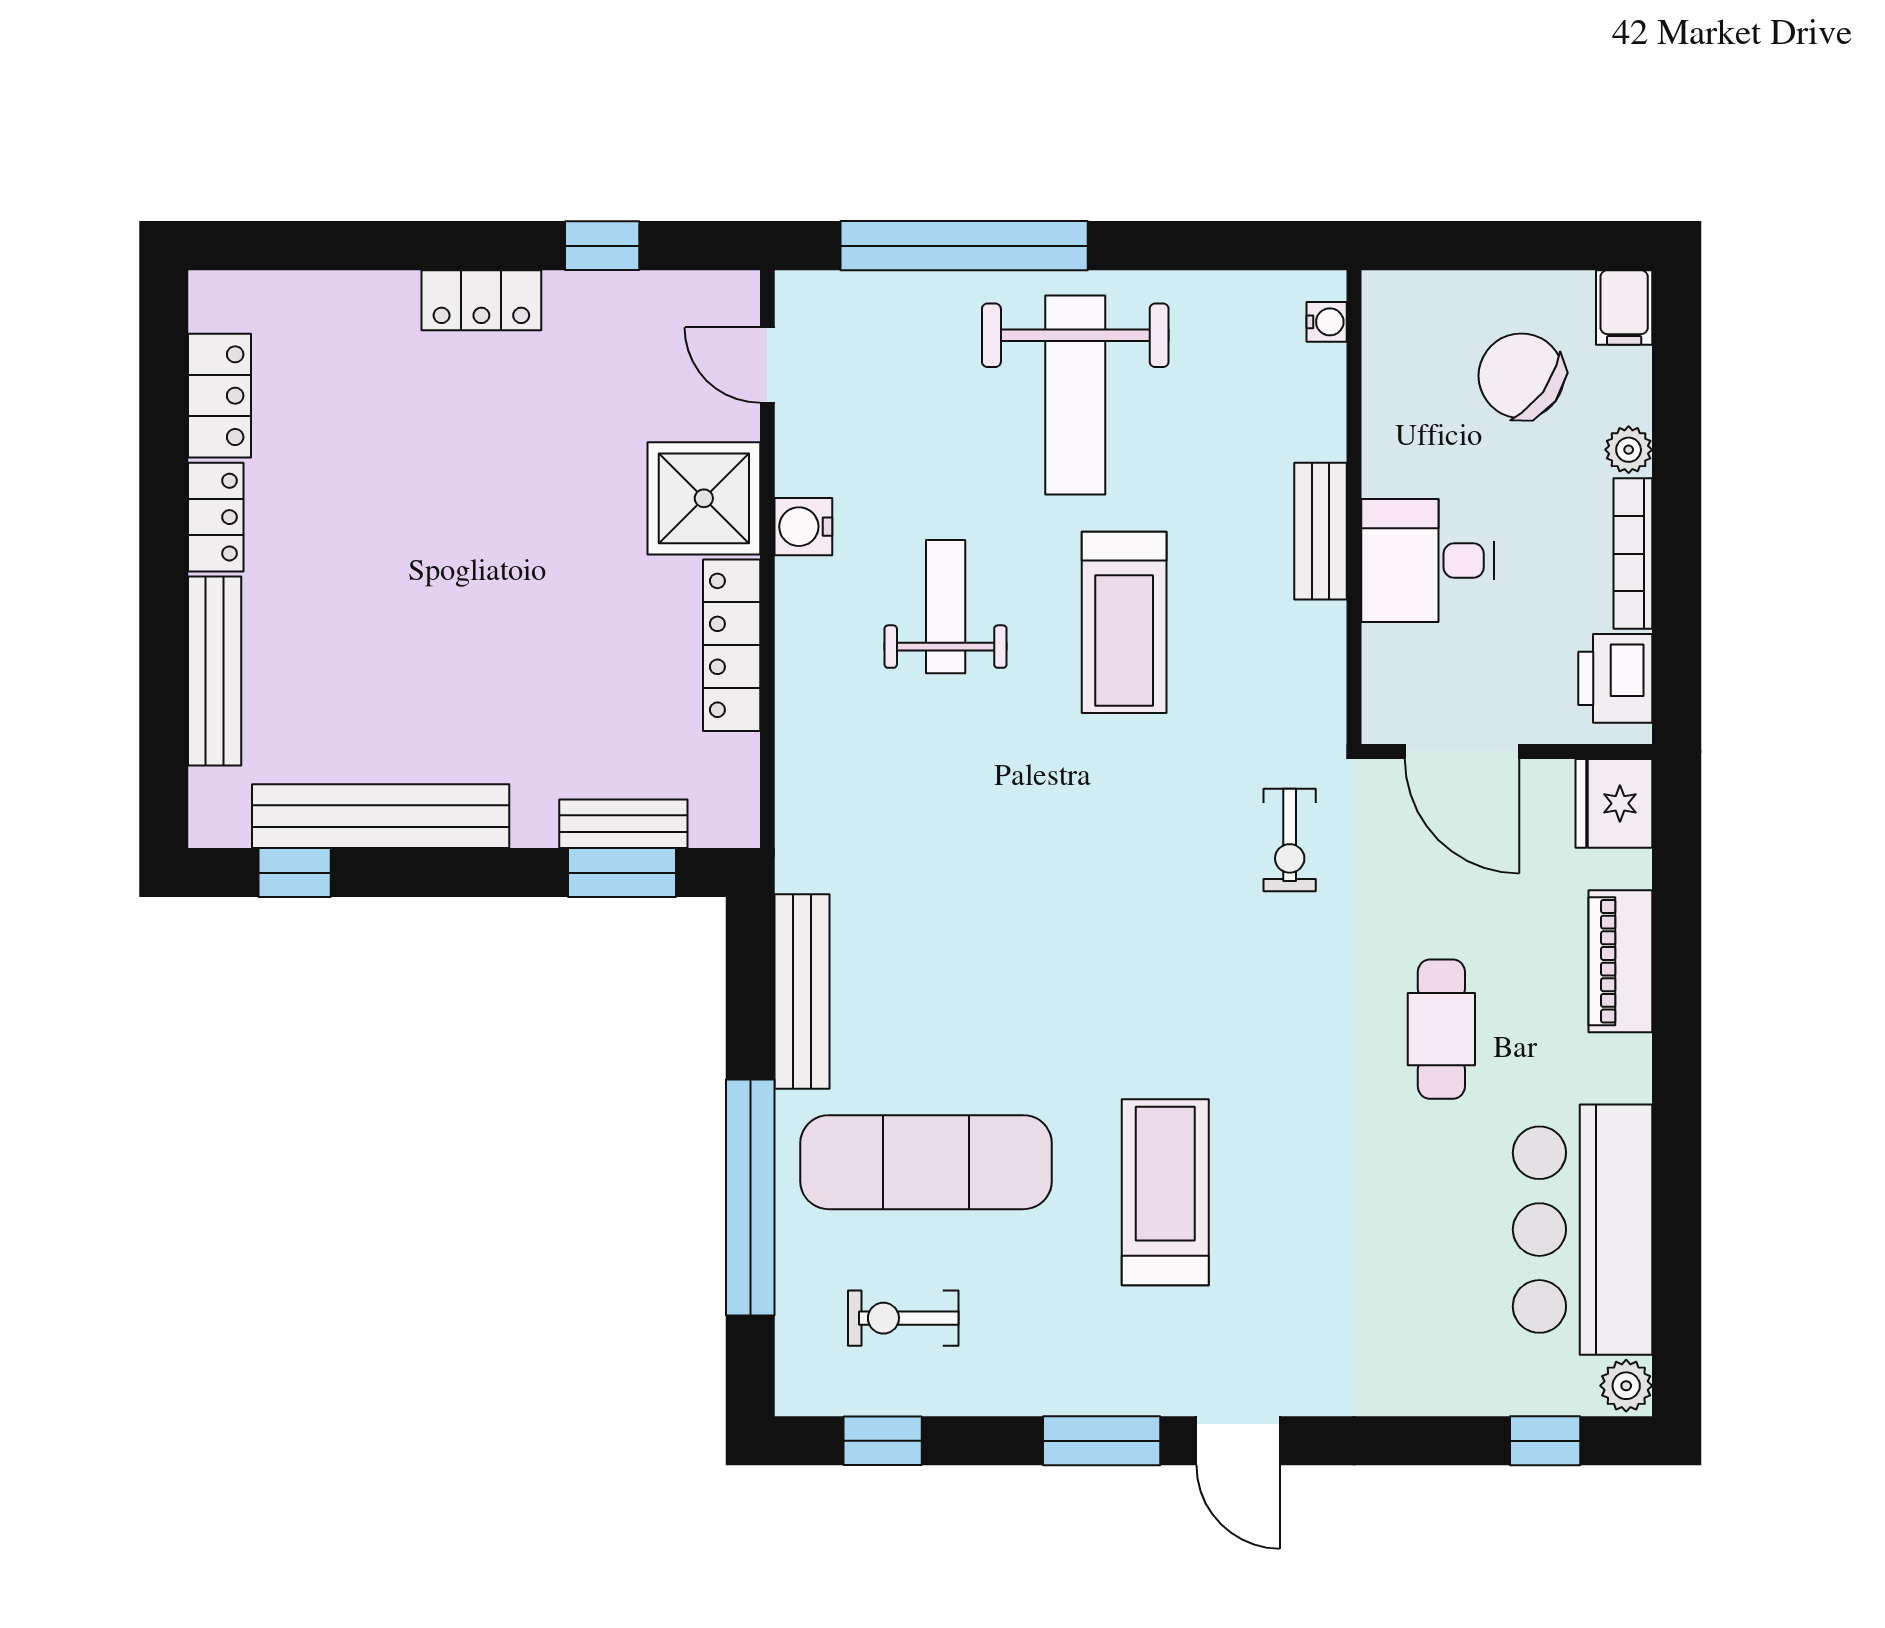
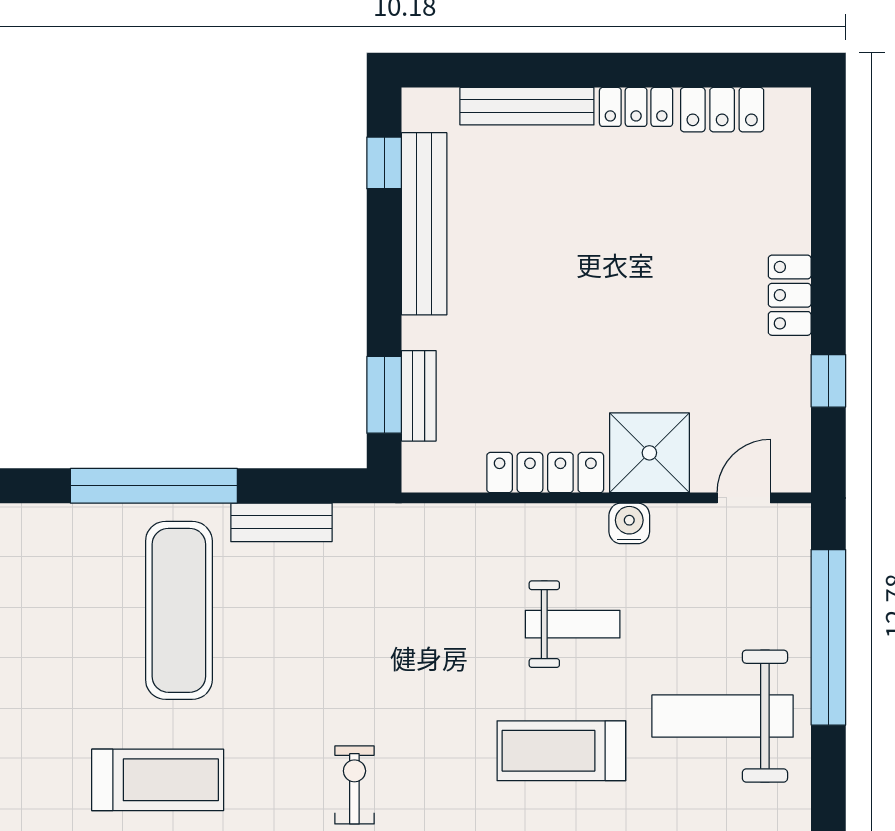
bench: (802, 991) -> (281, 522), width x0.73
exercise bike: (903, 1318) -> (354, 785), moved

